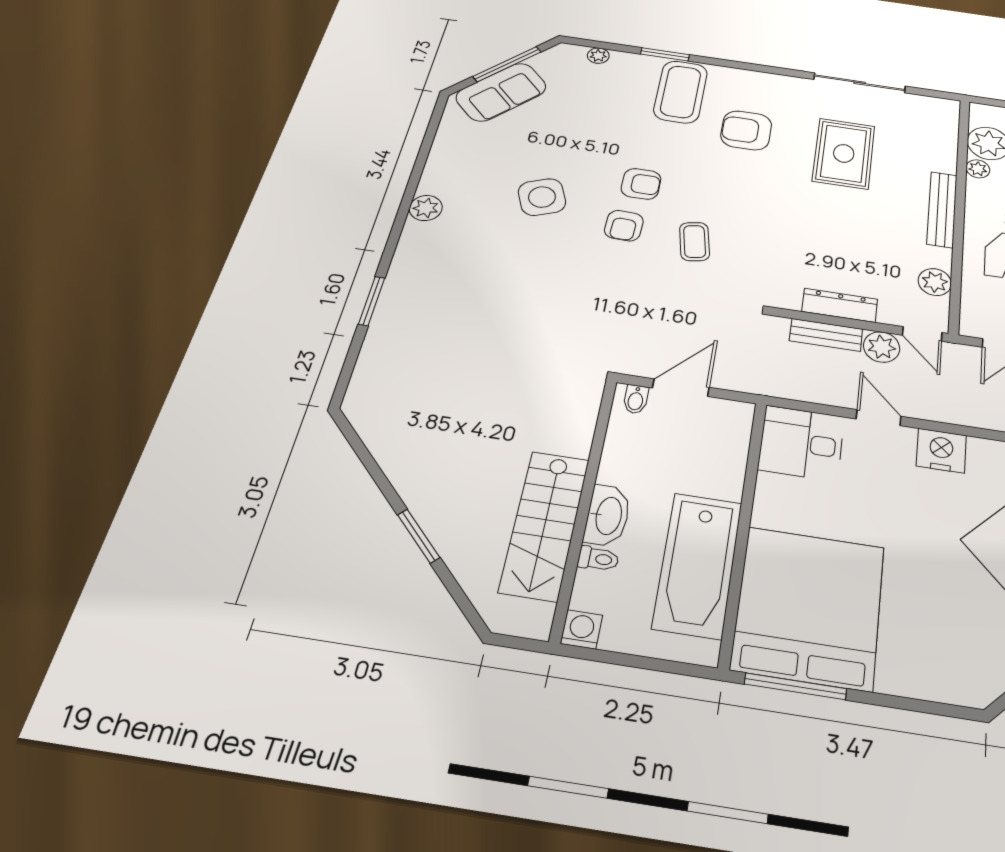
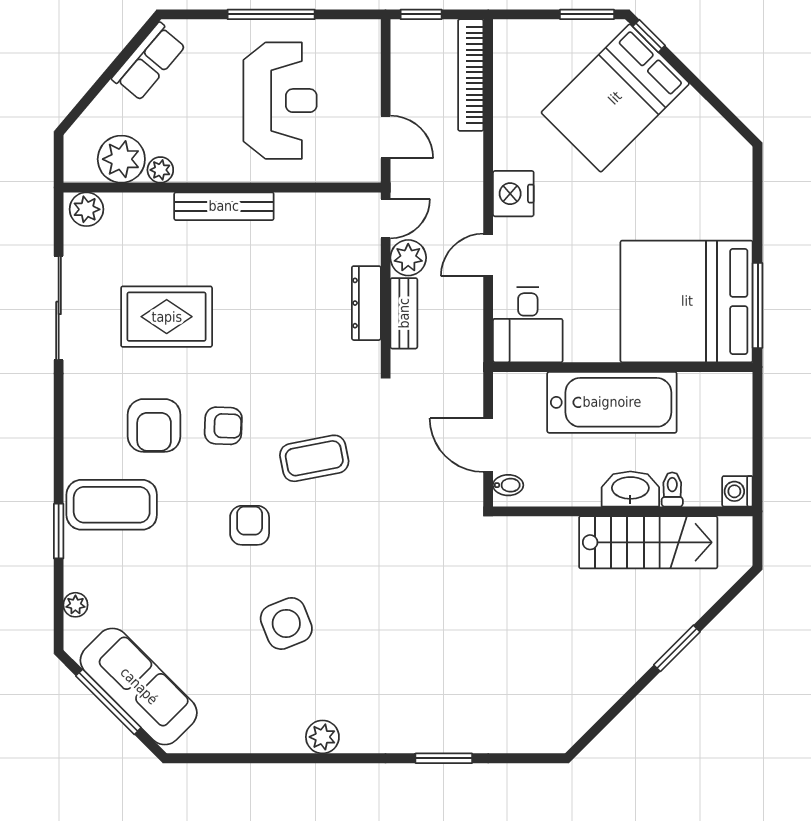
sofa: (501, 92) -> (139, 686), width x1.36
armchair: (624, 226) -> (223, 426), moved
coffee table: (695, 242) -> (314, 458), width x1.36, depth x1.30
plant: (935, 282) -> (86, 209), moved
bathtub: (698, 564) -> (612, 402), moved

